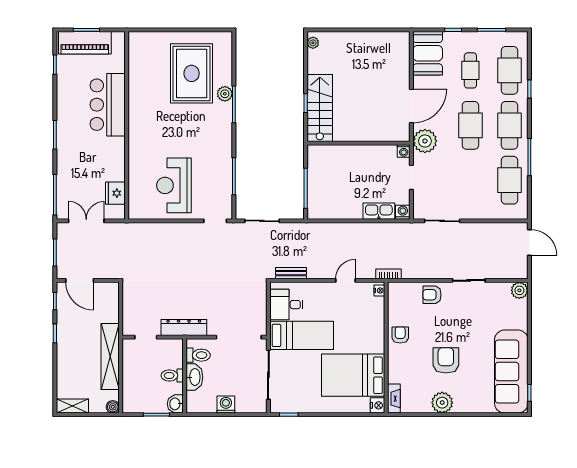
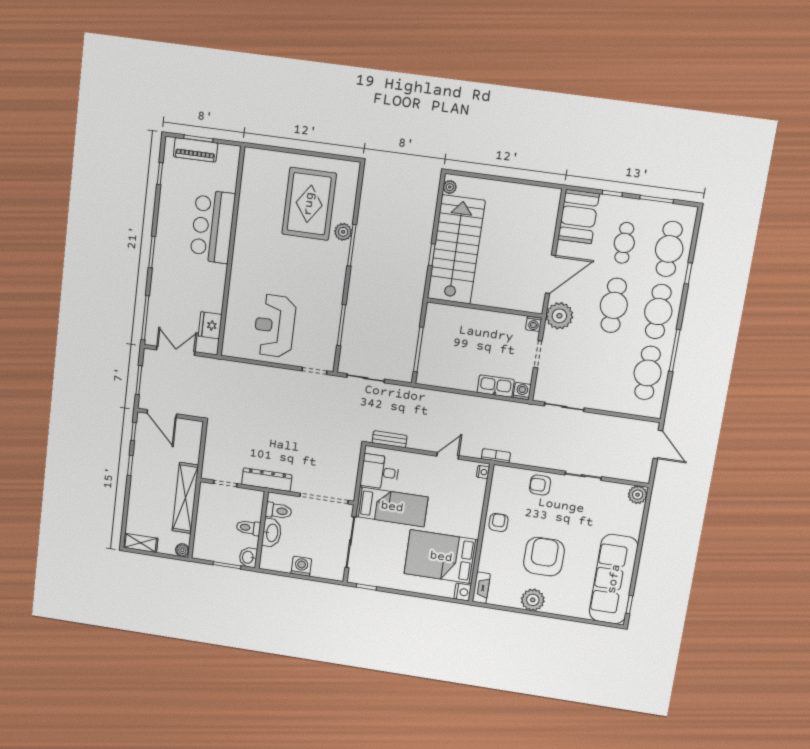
piano: (85, 43) -> (196, 150), width x0.73, depth x0.75
stairs: (320, 108) -> (456, 250), width x1.36, depth x1.51
armchair: (446, 360) -> (544, 557), width x1.36, depth x1.36

